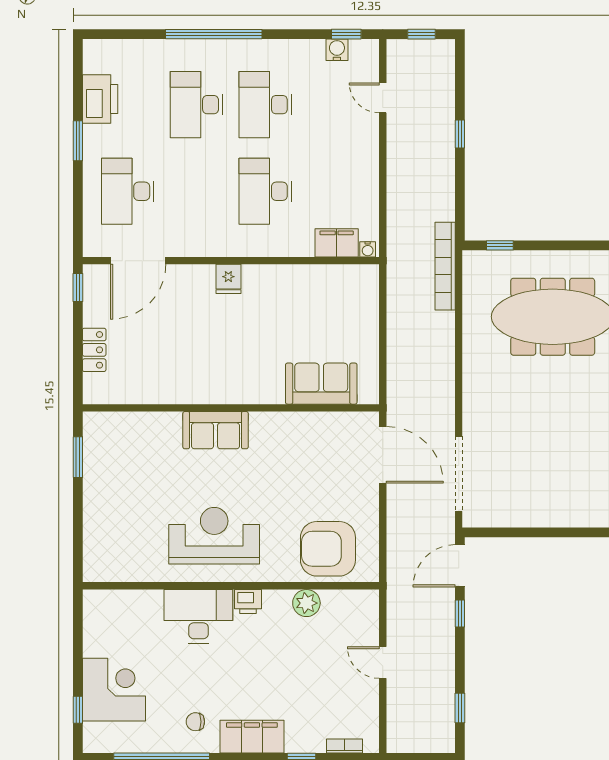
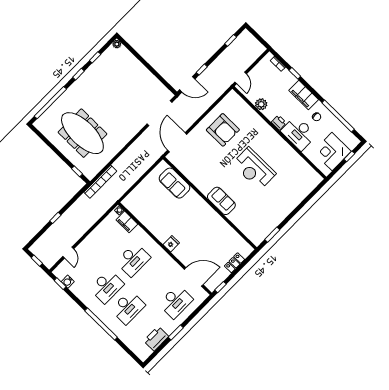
wall: (231, 586) -> (279, 133), moved
printer: (248, 602) -> (279, 123), moved
plant: (306, 603) -> (261, 104), moved
desk: (198, 616) -> (299, 133), moved

